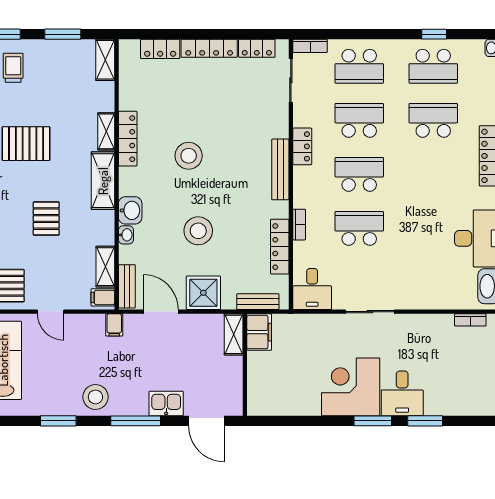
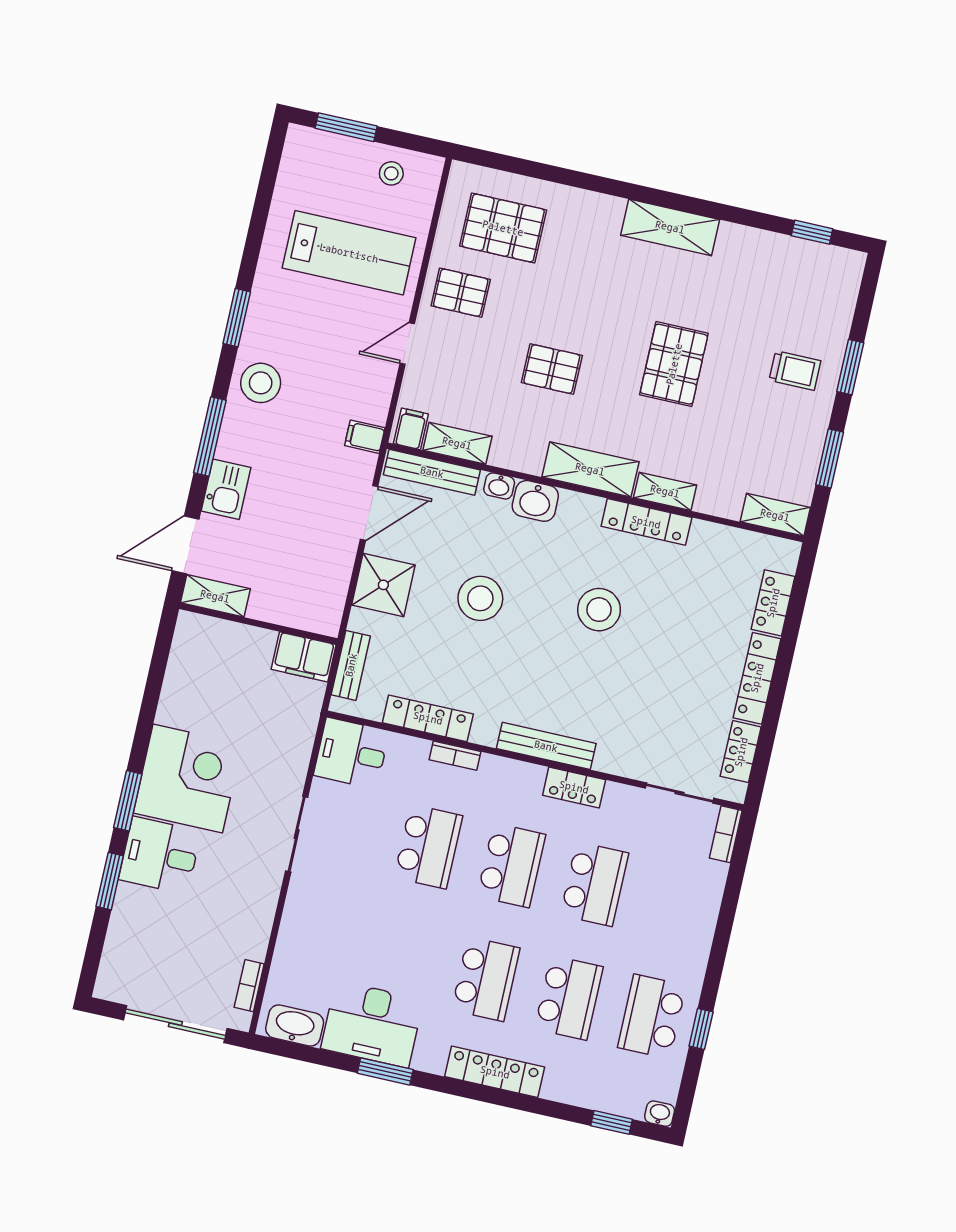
school desk: (359, 66) -> (486, 979), moved, turned 180
bench: (127, 286) -> (432, 472), width x1.36
shelving: (234, 334) -> (215, 596), moved

